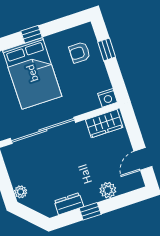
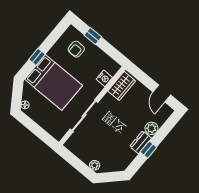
nightstand: (108, 98) -> (104, 78), moved
sliding door: (43, 130) -> (84, 116), width x0.73
dresser: (69, 204) -> (141, 142), moved

